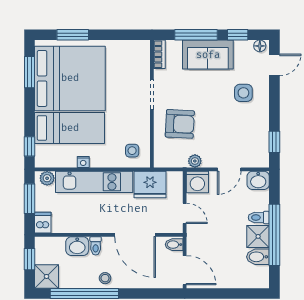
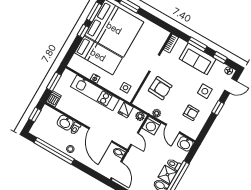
window: (196, 35) -> (197, 44), width x0.69
armchair: (242, 133) -> (191, 113), added
window: (274, 142) -> (218, 108), moved
window: (29, 146) -> (83, 31), moved
door: (229, 169) -> (173, 129), hinge flipped
plant: (47, 178) -> (140, 116), moved
fridge: (150, 184) -> (126, 110), width x0.53, depth x0.75
shower: (47, 276) -> (39, 130), removed

